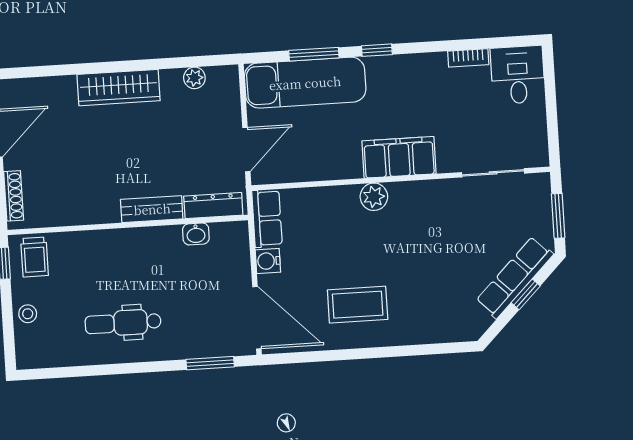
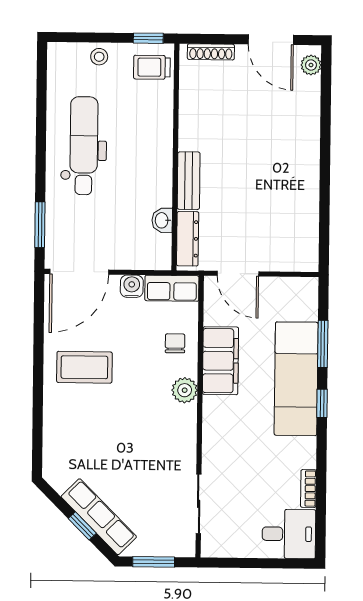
plant: (194, 78) -> (311, 65), moved
exam couch: (305, 83) -> (296, 379), moved
wardrobe: (119, 88) -> (305, 158), removed
filing cabinet: (399, 157) -> (220, 361), moved
chair: (325, 211) -> (175, 343), added
coffee table: (358, 305) -> (84, 367), turned 90
dental chair: (123, 323) -> (84, 146), width x1.36, depth x1.38

